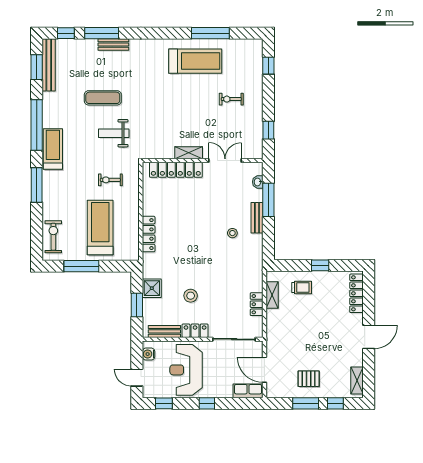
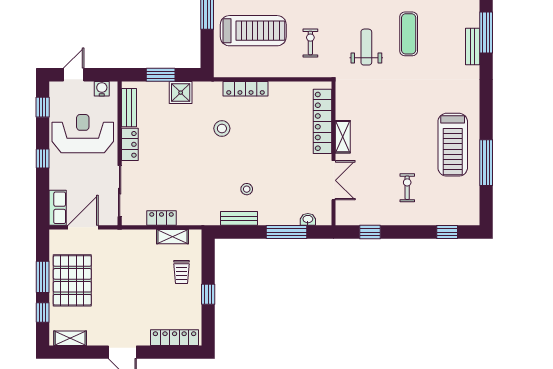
bench: (257, 218) -> (239, 218), moved
stool: (191, 296) -> (222, 128), moved
pallet: (309, 379) -> (72, 280), width x2.05, depth x2.00

